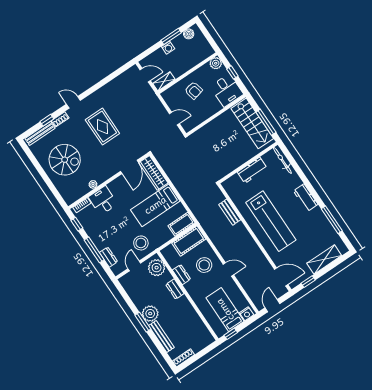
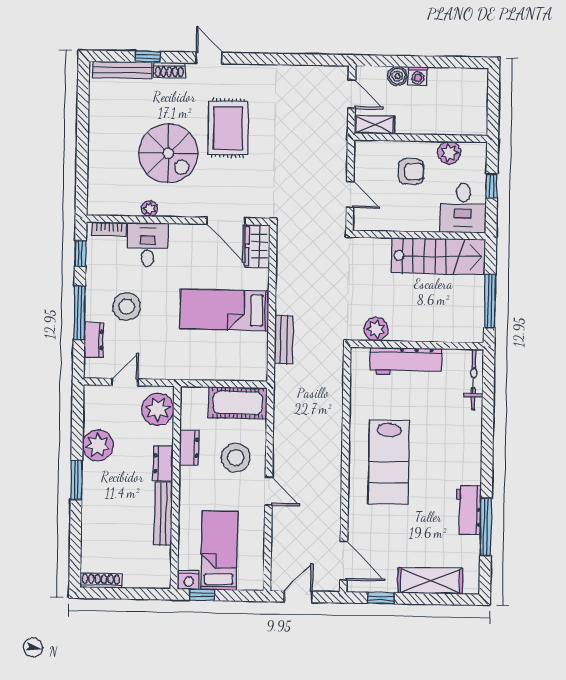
boiler: (189, 34) -> (397, 76), moved
window: (171, 36) -> (435, 62), removed
plant: (216, 63) -> (449, 153), moved
armchair: (194, 90) -> (411, 171), turned -78
stairs: (252, 123) -> (438, 256), moved, turned -90
spiral stairs: (65, 160) -> (168, 153), moved
door: (129, 167) -> (226, 221), hinge flipped
plant: (226, 168) -> (376, 329), added
workbench: (252, 170) -> (406, 361), width x1.37
wardrobe: (153, 173) -> (257, 246), width x0.67
workbench: (306, 198) -> (468, 510), moved
bench: (230, 212) -> (284, 340), moved
lab bench: (271, 221) -> (389, 462), width x0.73
cot: (181, 224) -> (245, 369), removed
stool: (141, 243) -> (127, 307), moved
plant: (150, 314) -> (98, 445), moved
nightstand: (247, 314) -> (189, 580), moved
bench: (161, 336) -> (163, 514), moved

